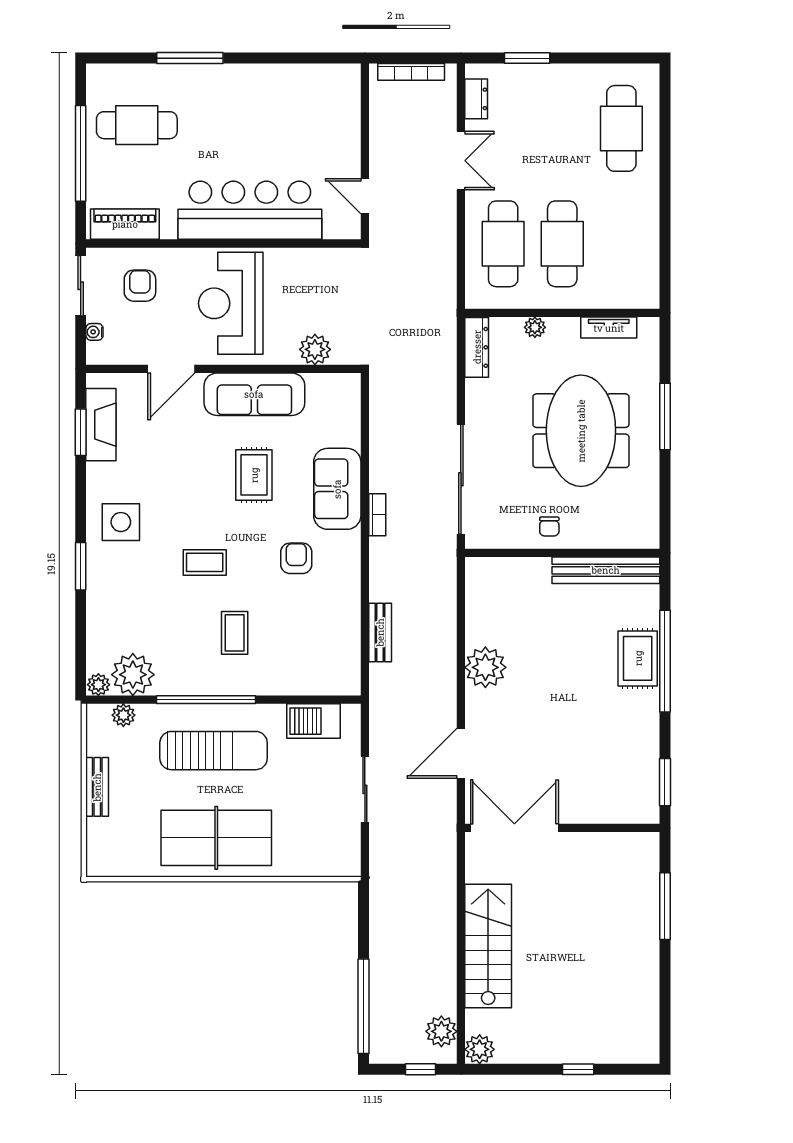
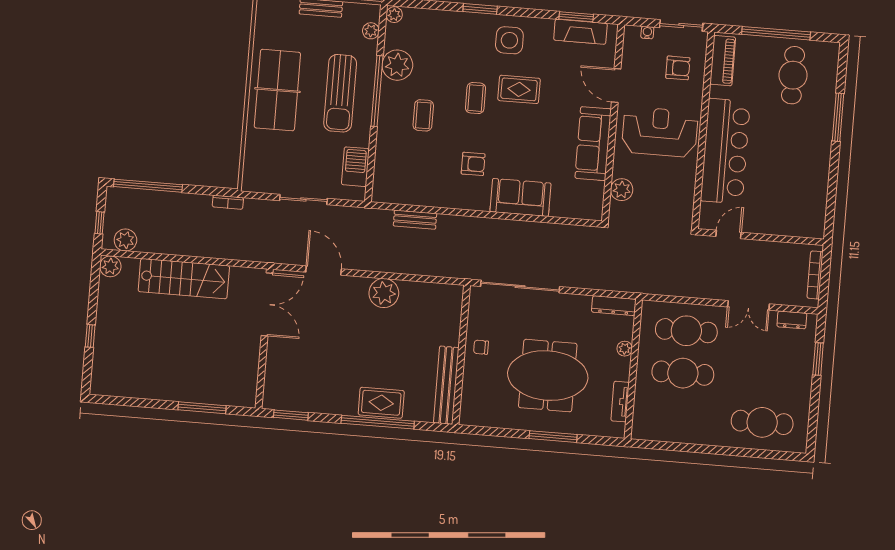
rug: (254, 475) -> (519, 89), moved
bookcase: (377, 515) -> (228, 202), moved
coffee table: (235, 633) -> (423, 115), turned 90
plant: (133, 675) -> (397, 65), moved

